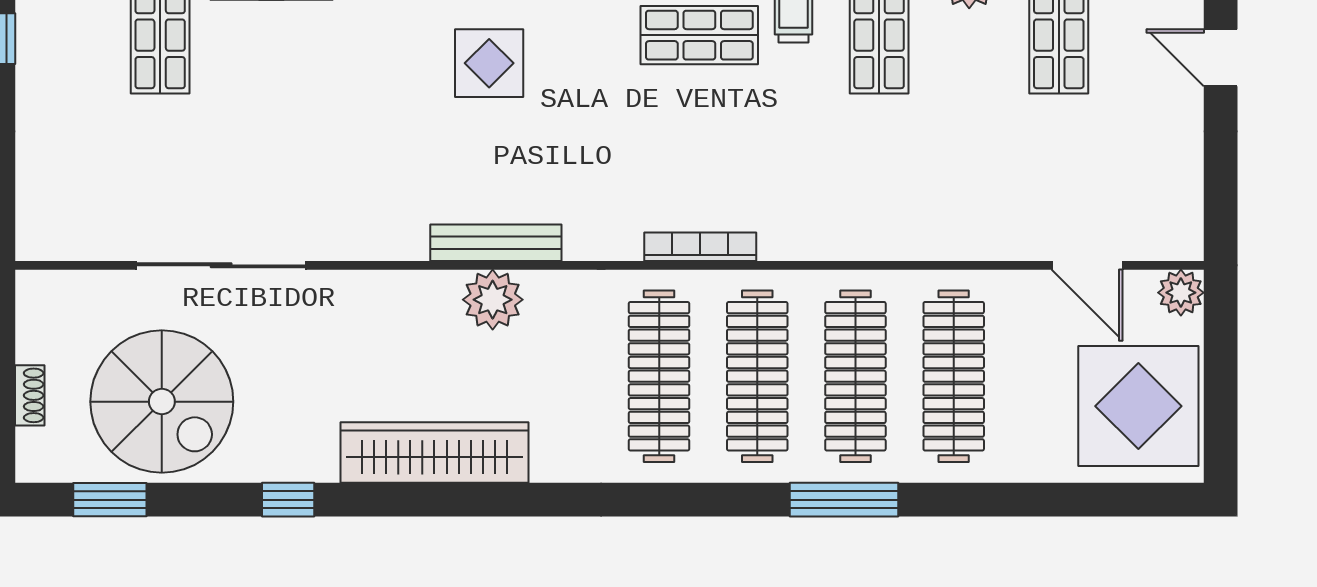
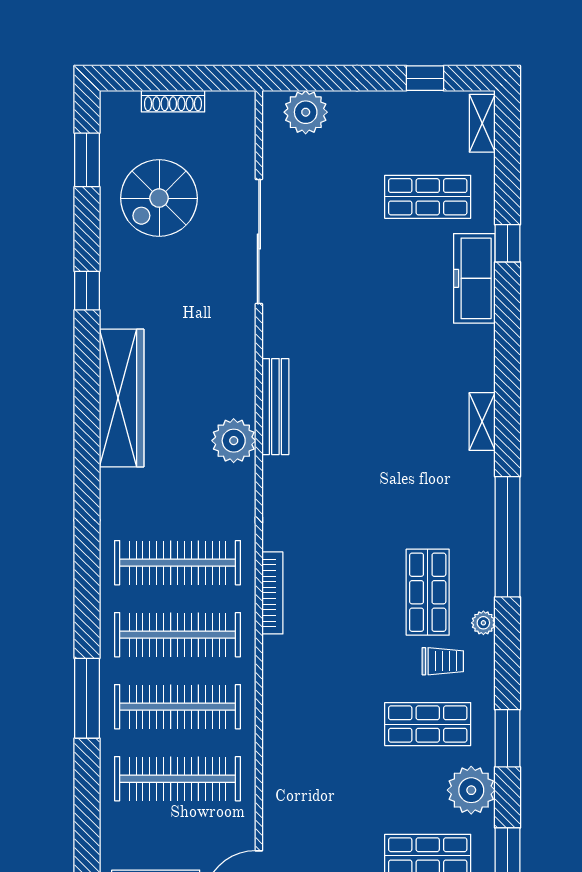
display table: (489, 63) -> (407, 438), removed
plant: (45, 202) -> (306, 112), added
bench: (496, 243) -> (275, 407), moved
shoe rack: (30, 395) -> (173, 101), width x1.43
spiral stairs: (162, 402) -> (159, 198), width x0.73, depth x0.73

